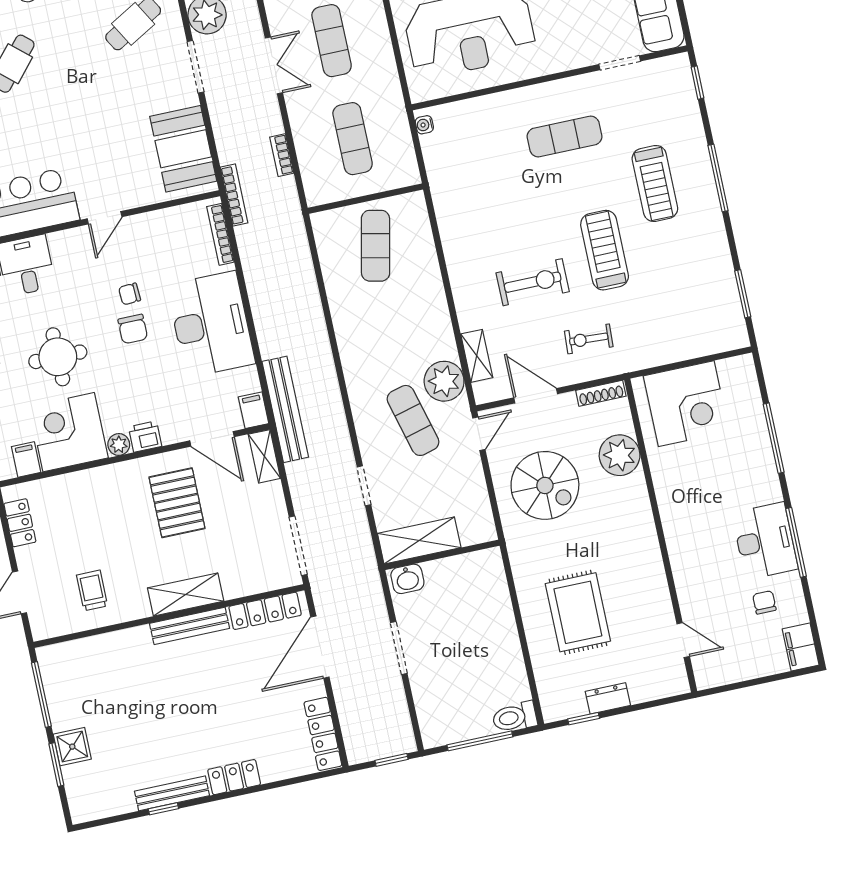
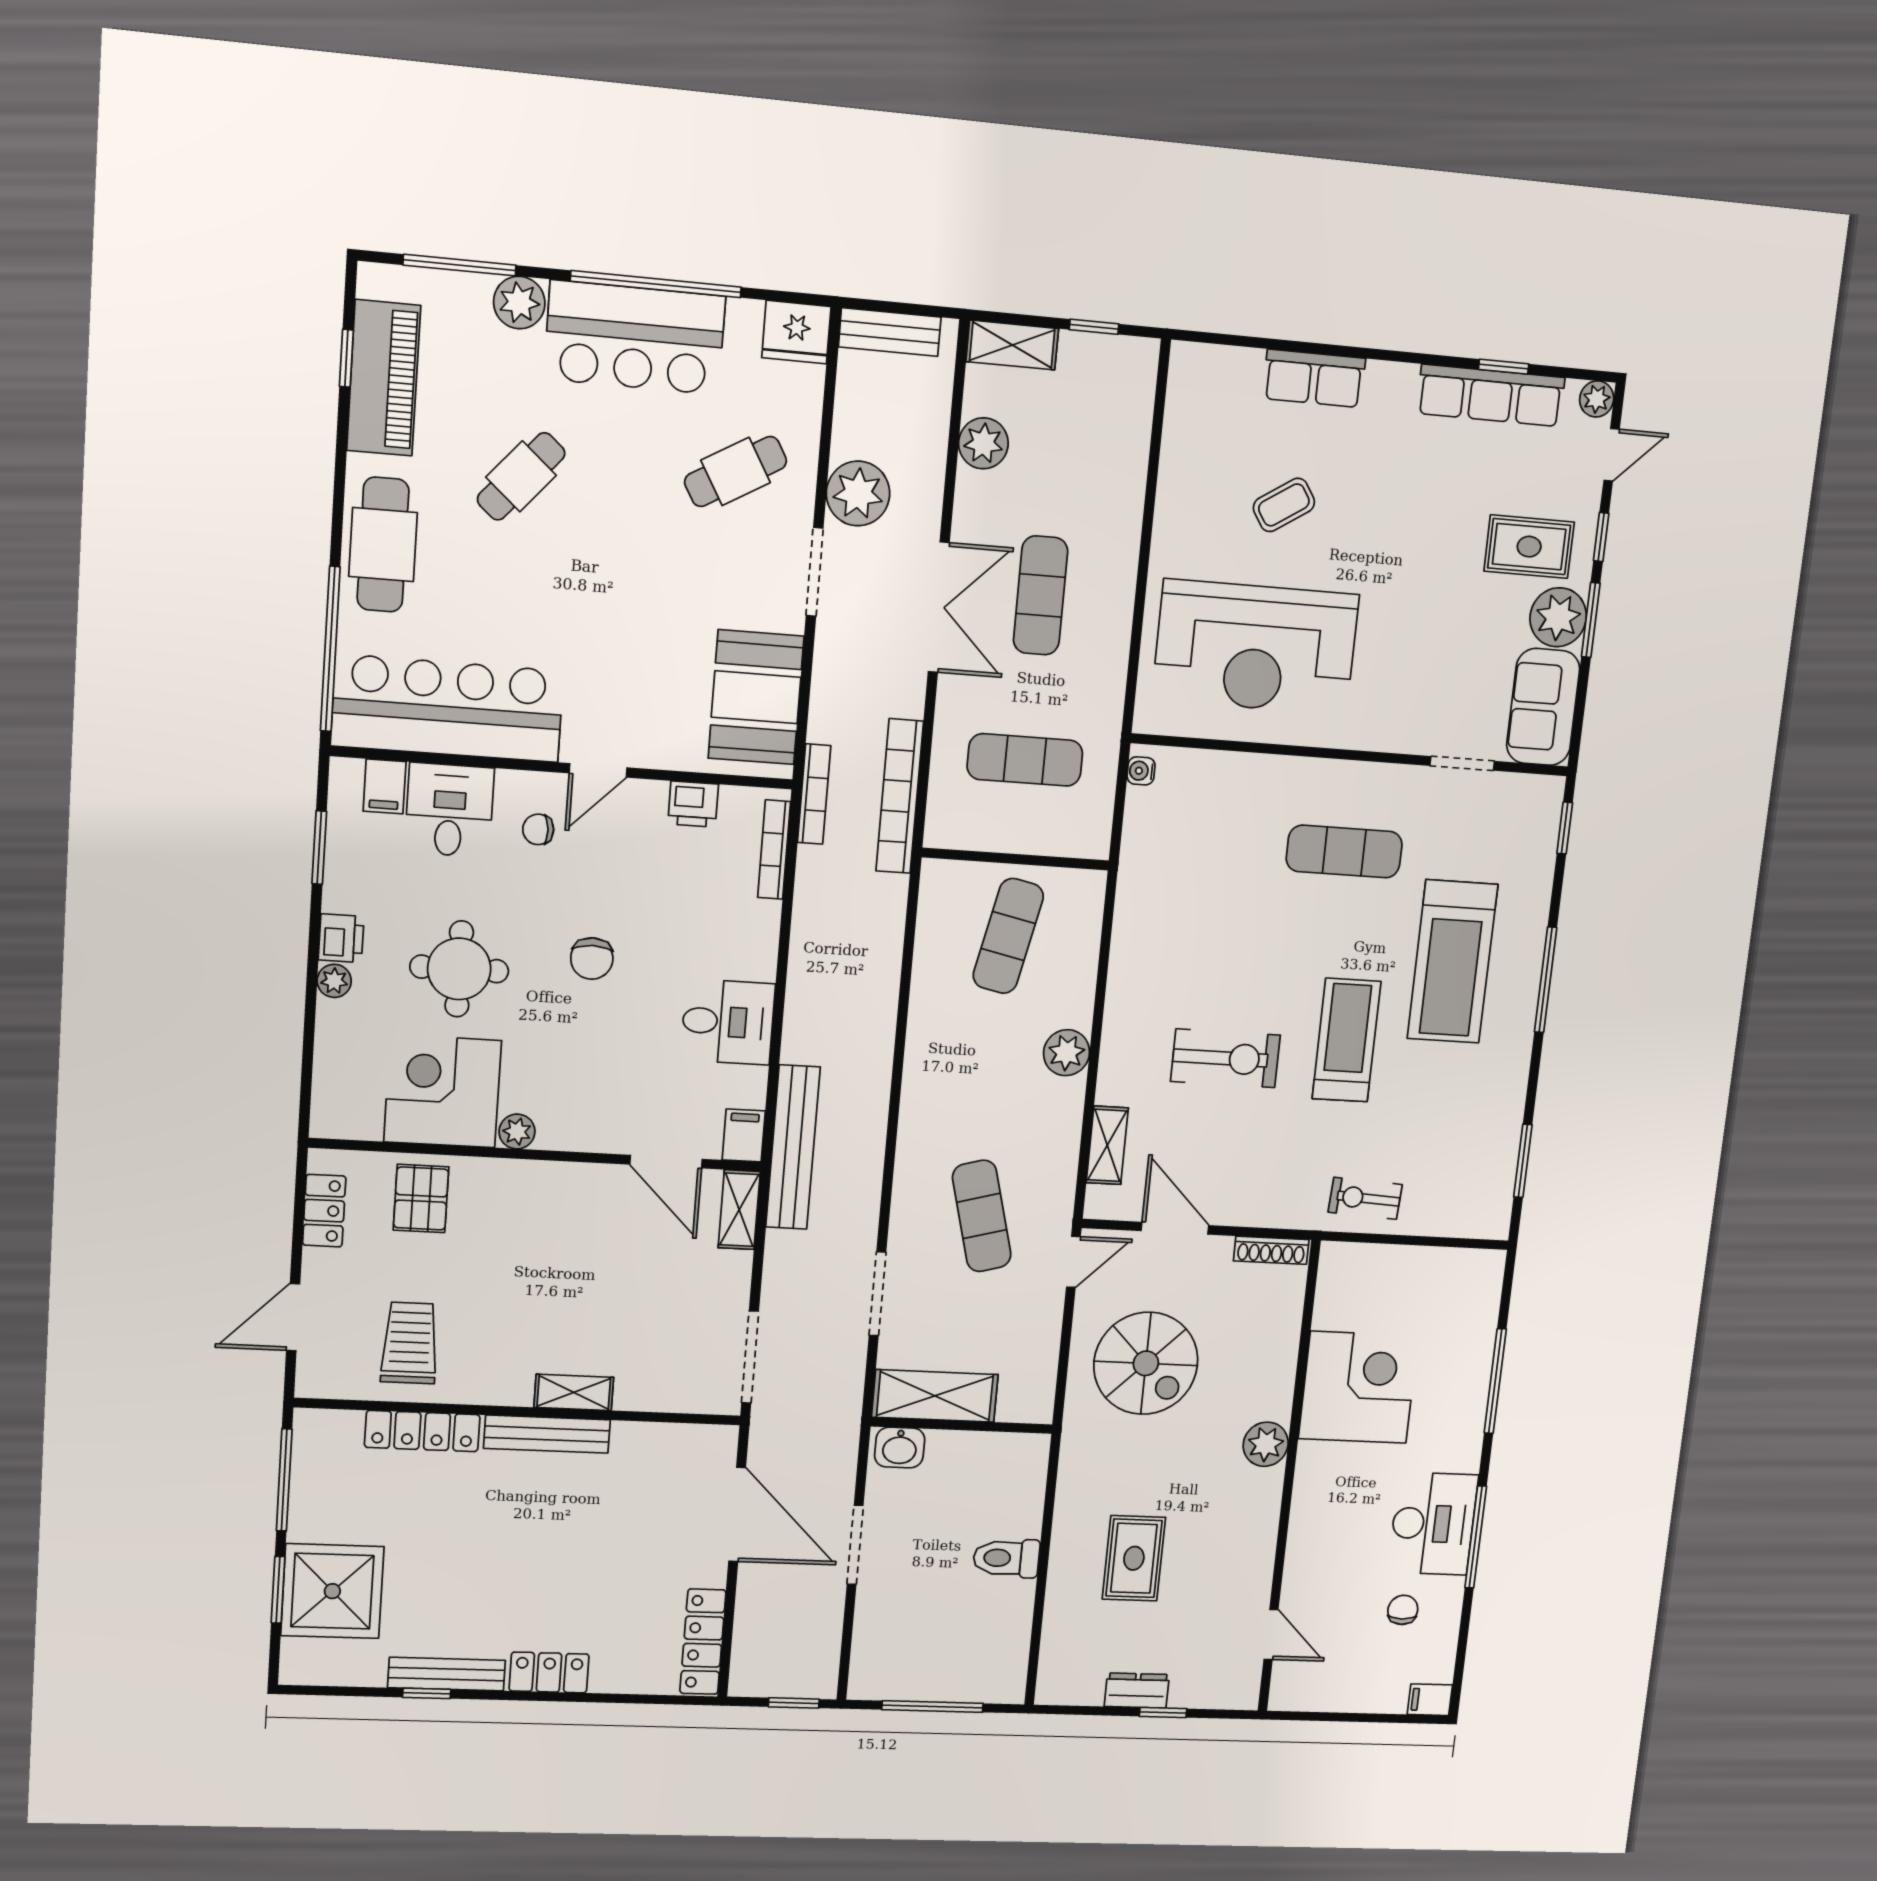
double door: (274, 65) -> (939, 607), width x1.37
exercise mat: (353, 139) -> (1025, 760), turned 90
bookcase: (282, 155) -> (900, 796), width x2.31, depth x1.31
treadmill: (655, 184) -> (1452, 962), width x1.37, depth x1.38
chair: (130, 294) -> (538, 829), moved
desk: (211, 324) -> (728, 1022), width x0.53, depth x0.77
exercise bike: (589, 339) -> (1365, 1198), moved
plant: (444, 381) -> (1067, 1053), moved, width x0.73, depth x0.73
corner desk: (686, 404) -> (1358, 1387), moved, turned -90
printer: (145, 437) -> (693, 804), moved, turned 180
plant: (620, 455) -> (1266, 1444), moved, width x0.73, depth x0.73
filing cabinet: (26, 459) -> (362, 1115), removed
doorway: (364, 486) -> (878, 1294), width x1.38
pallet: (177, 503) -> (421, 1198), moved, width x0.67, depth x0.71
trolley: (92, 590) -> (410, 1343), width x1.36, depth x1.39
shelving: (186, 595) -> (574, 1392), width x0.67, depth x0.75
locker: (265, 611) -> (422, 1431), moved
rug: (578, 612) -> (1134, 1558), width x0.73, depth x0.70
door: (320, 647) -> (737, 1515), swing flipped
filing cabinet: (801, 647) -> (1430, 1700), width x0.50
toilet: (515, 717) -> (1006, 1558), moved
window: (584, 719) -> (1163, 1712), moved
shower: (72, 747) -> (332, 1591), width x1.86, depth x1.86

